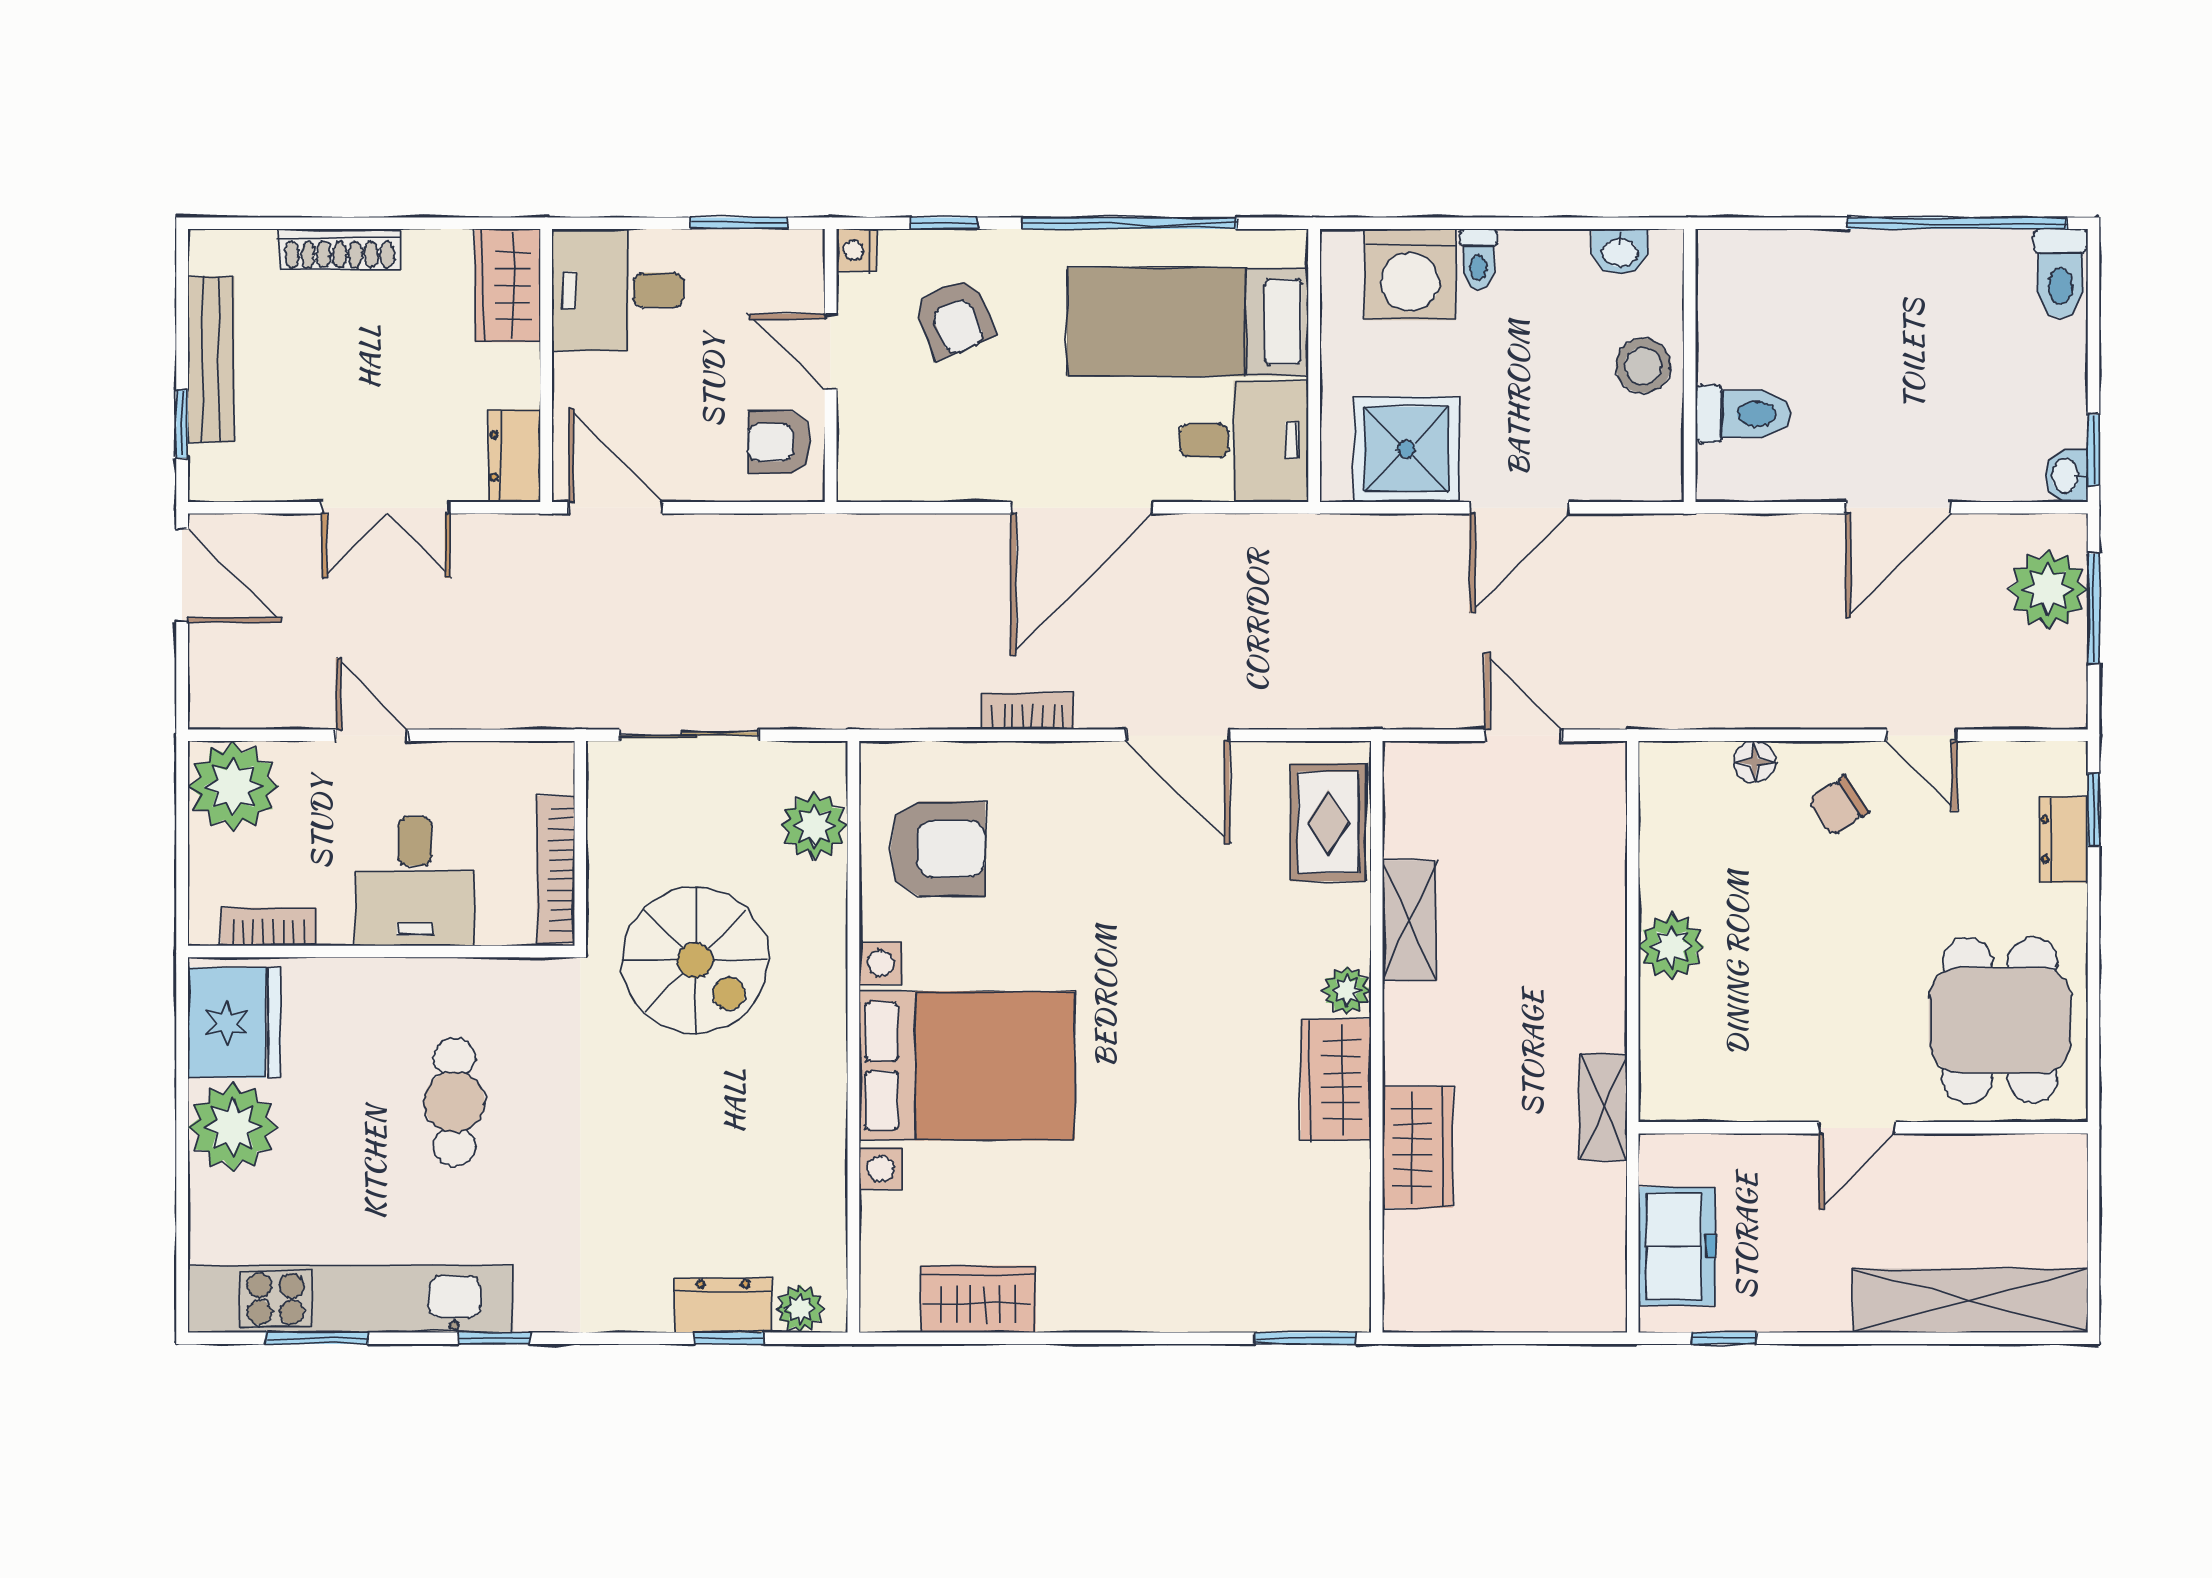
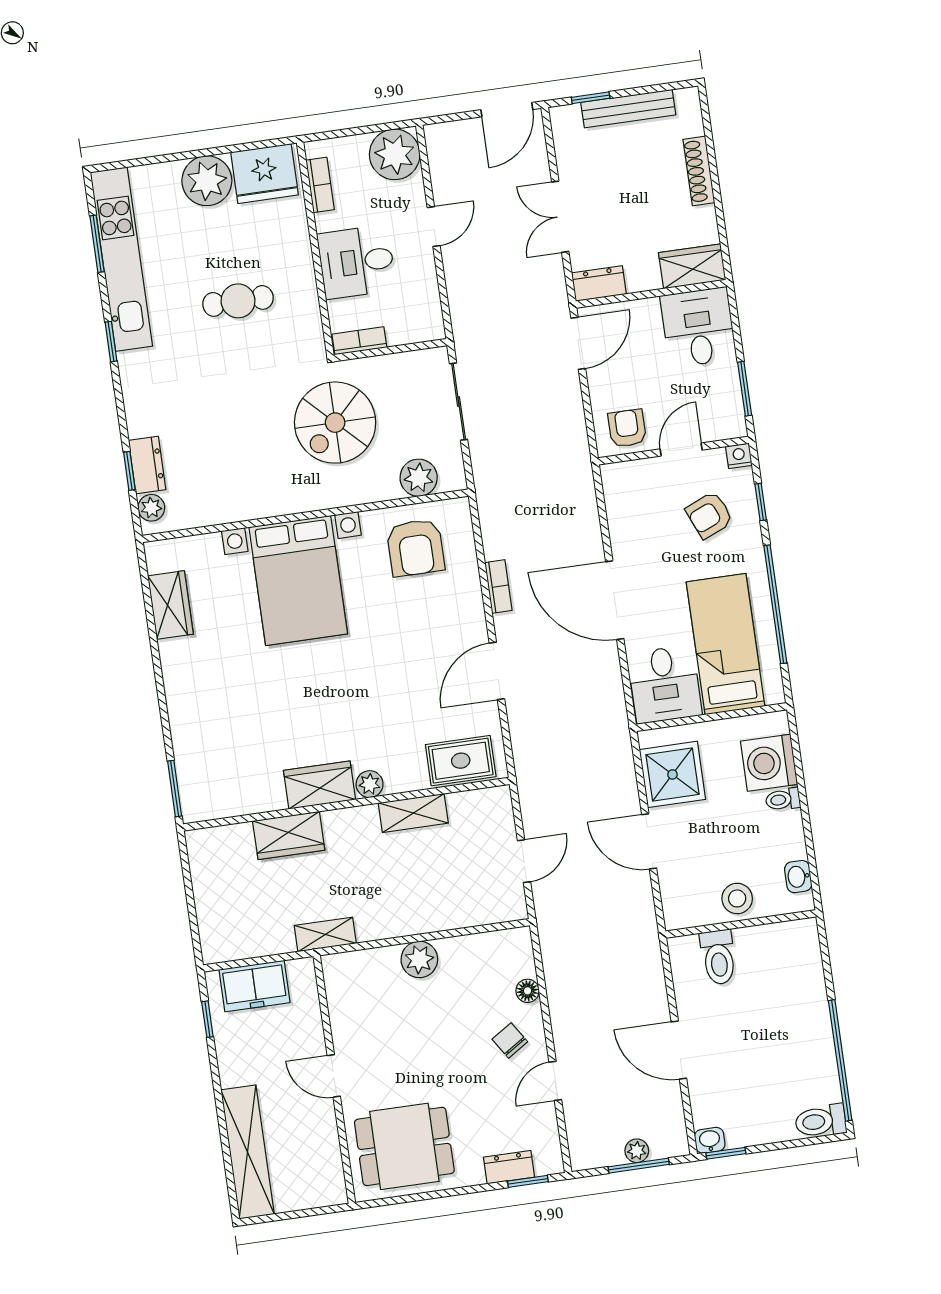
plant: (2048, 589) -> (637, 1151), width x0.53, depth x0.53
bookcase: (556, 870) -> (359, 341), width x0.64

